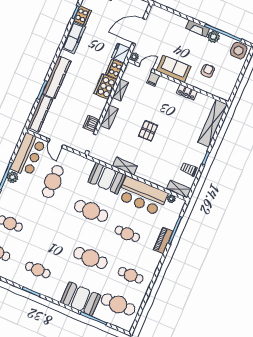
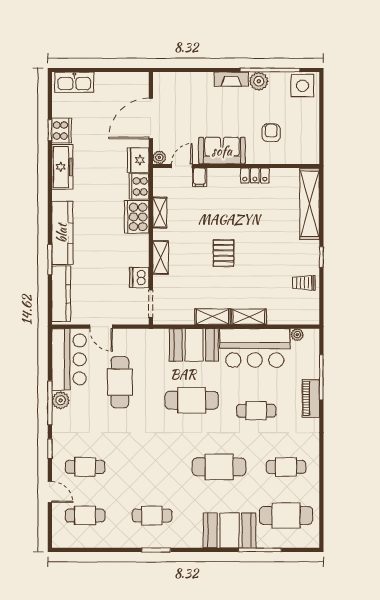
shelving: (179, 189) -> (249, 317), moved

